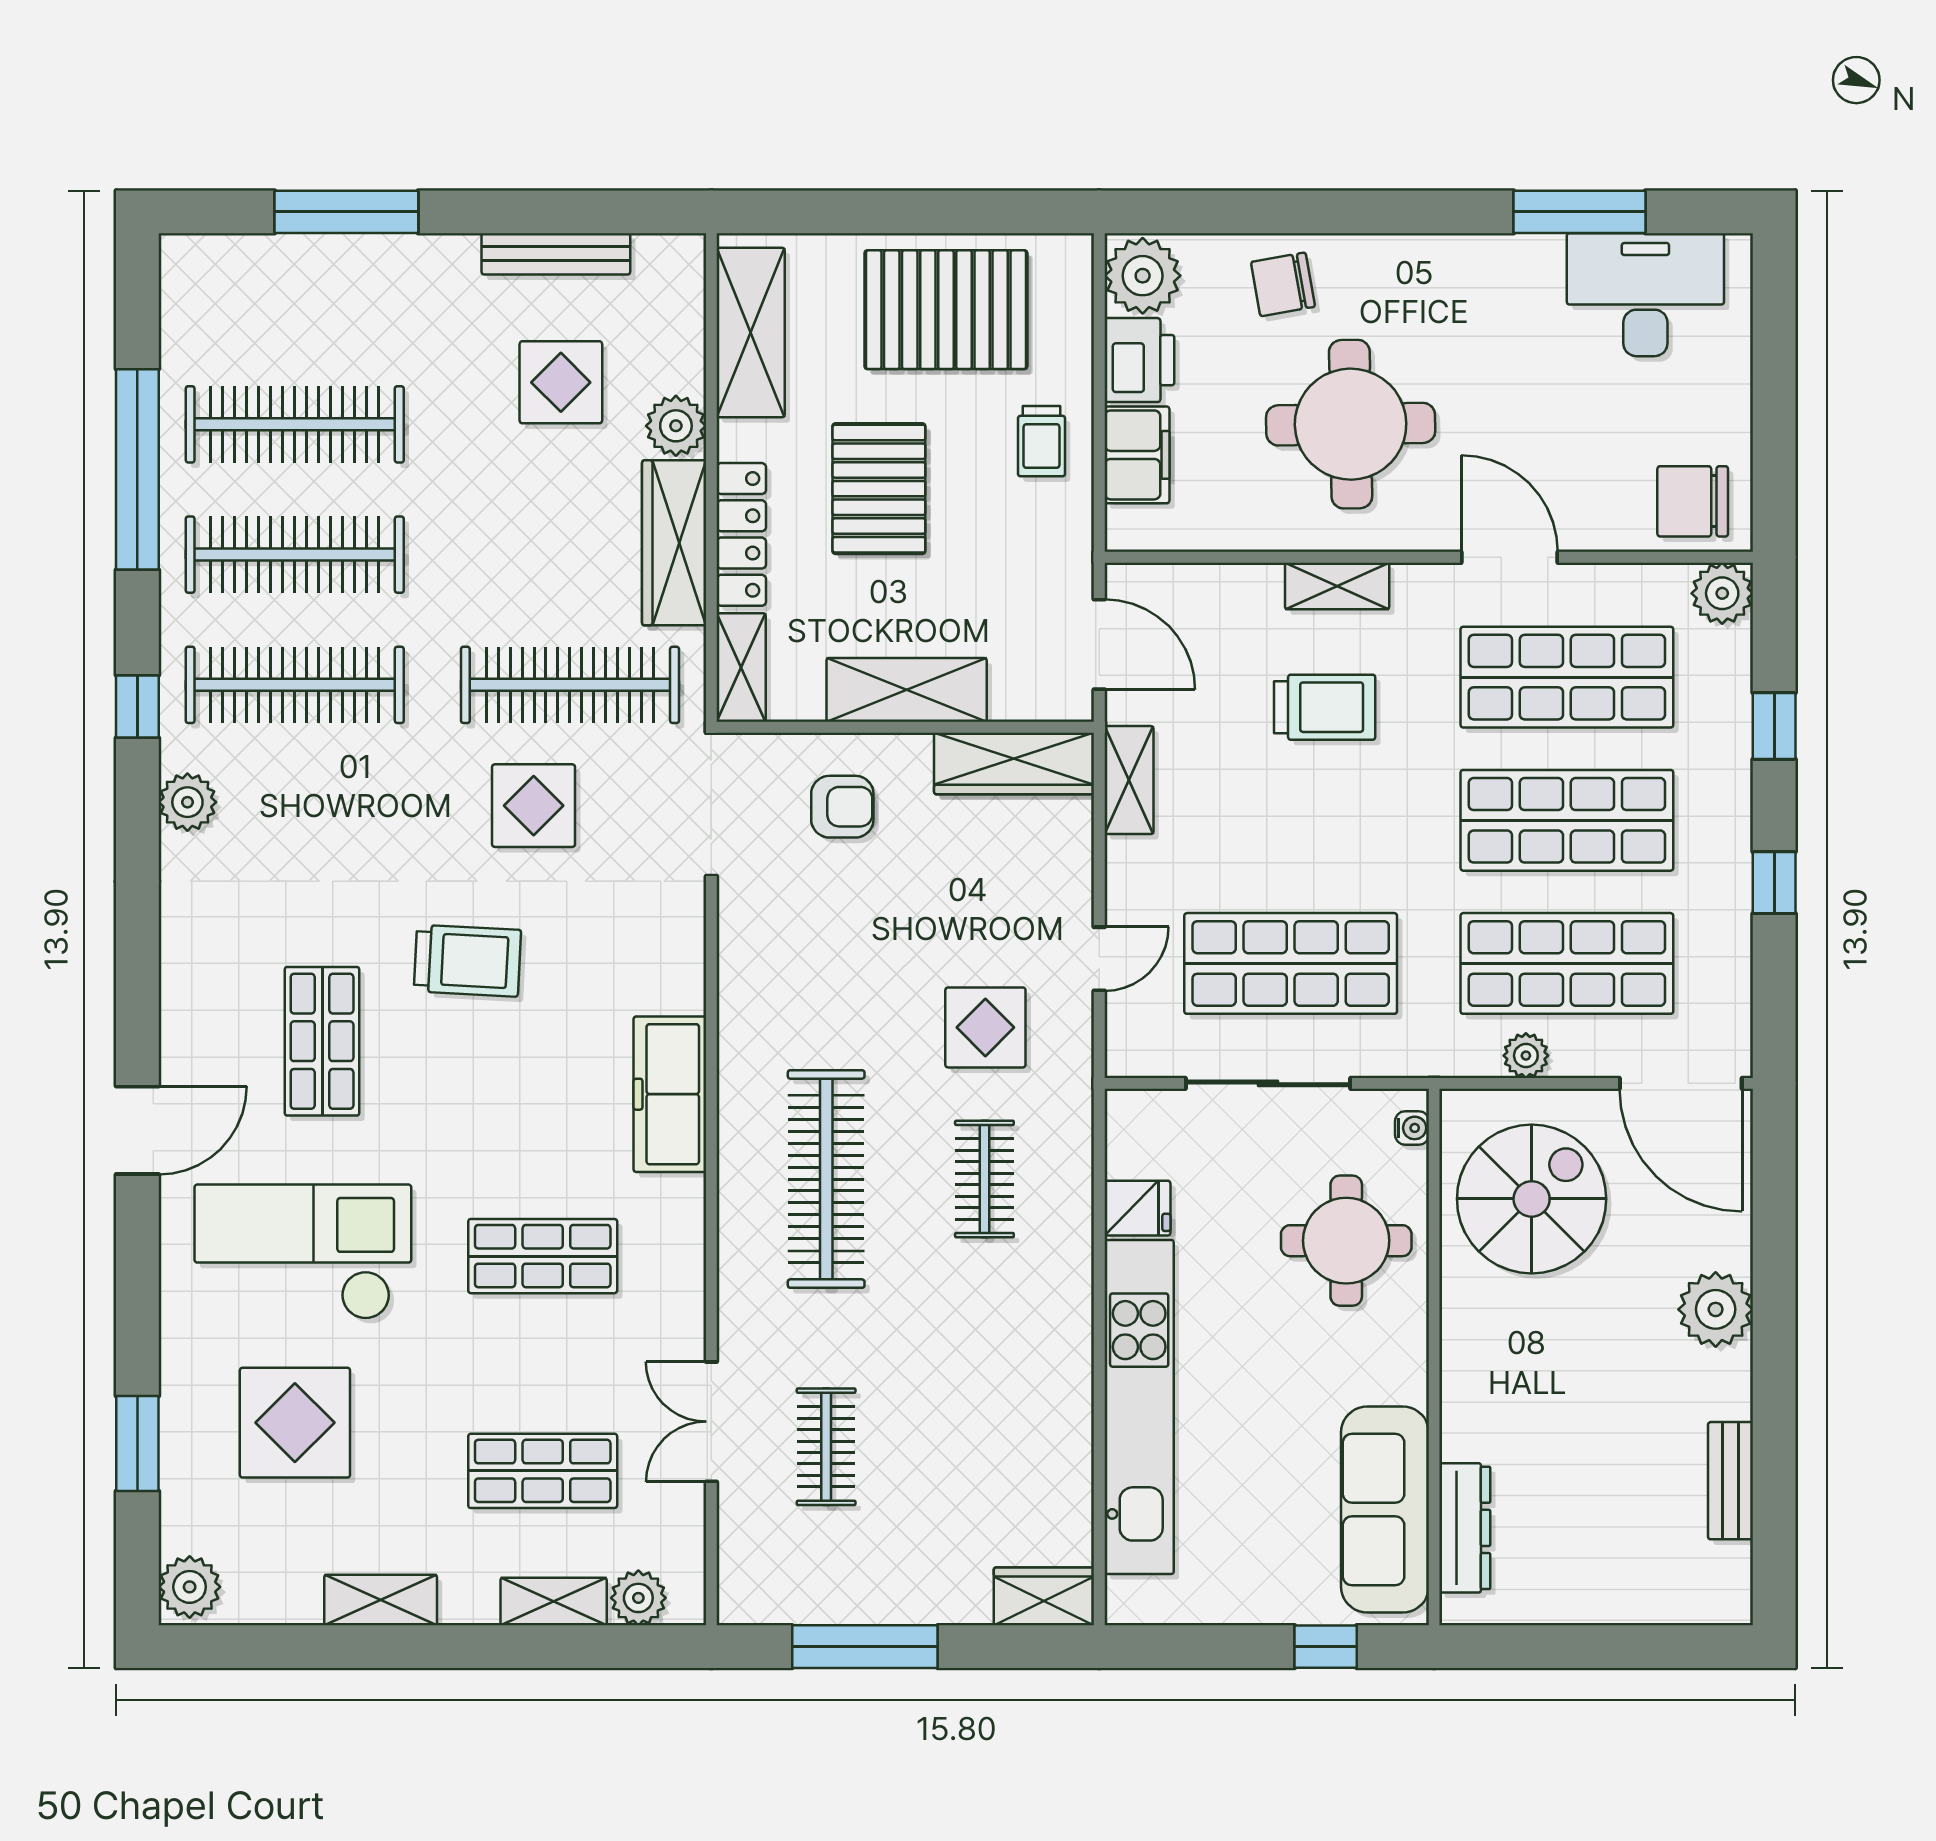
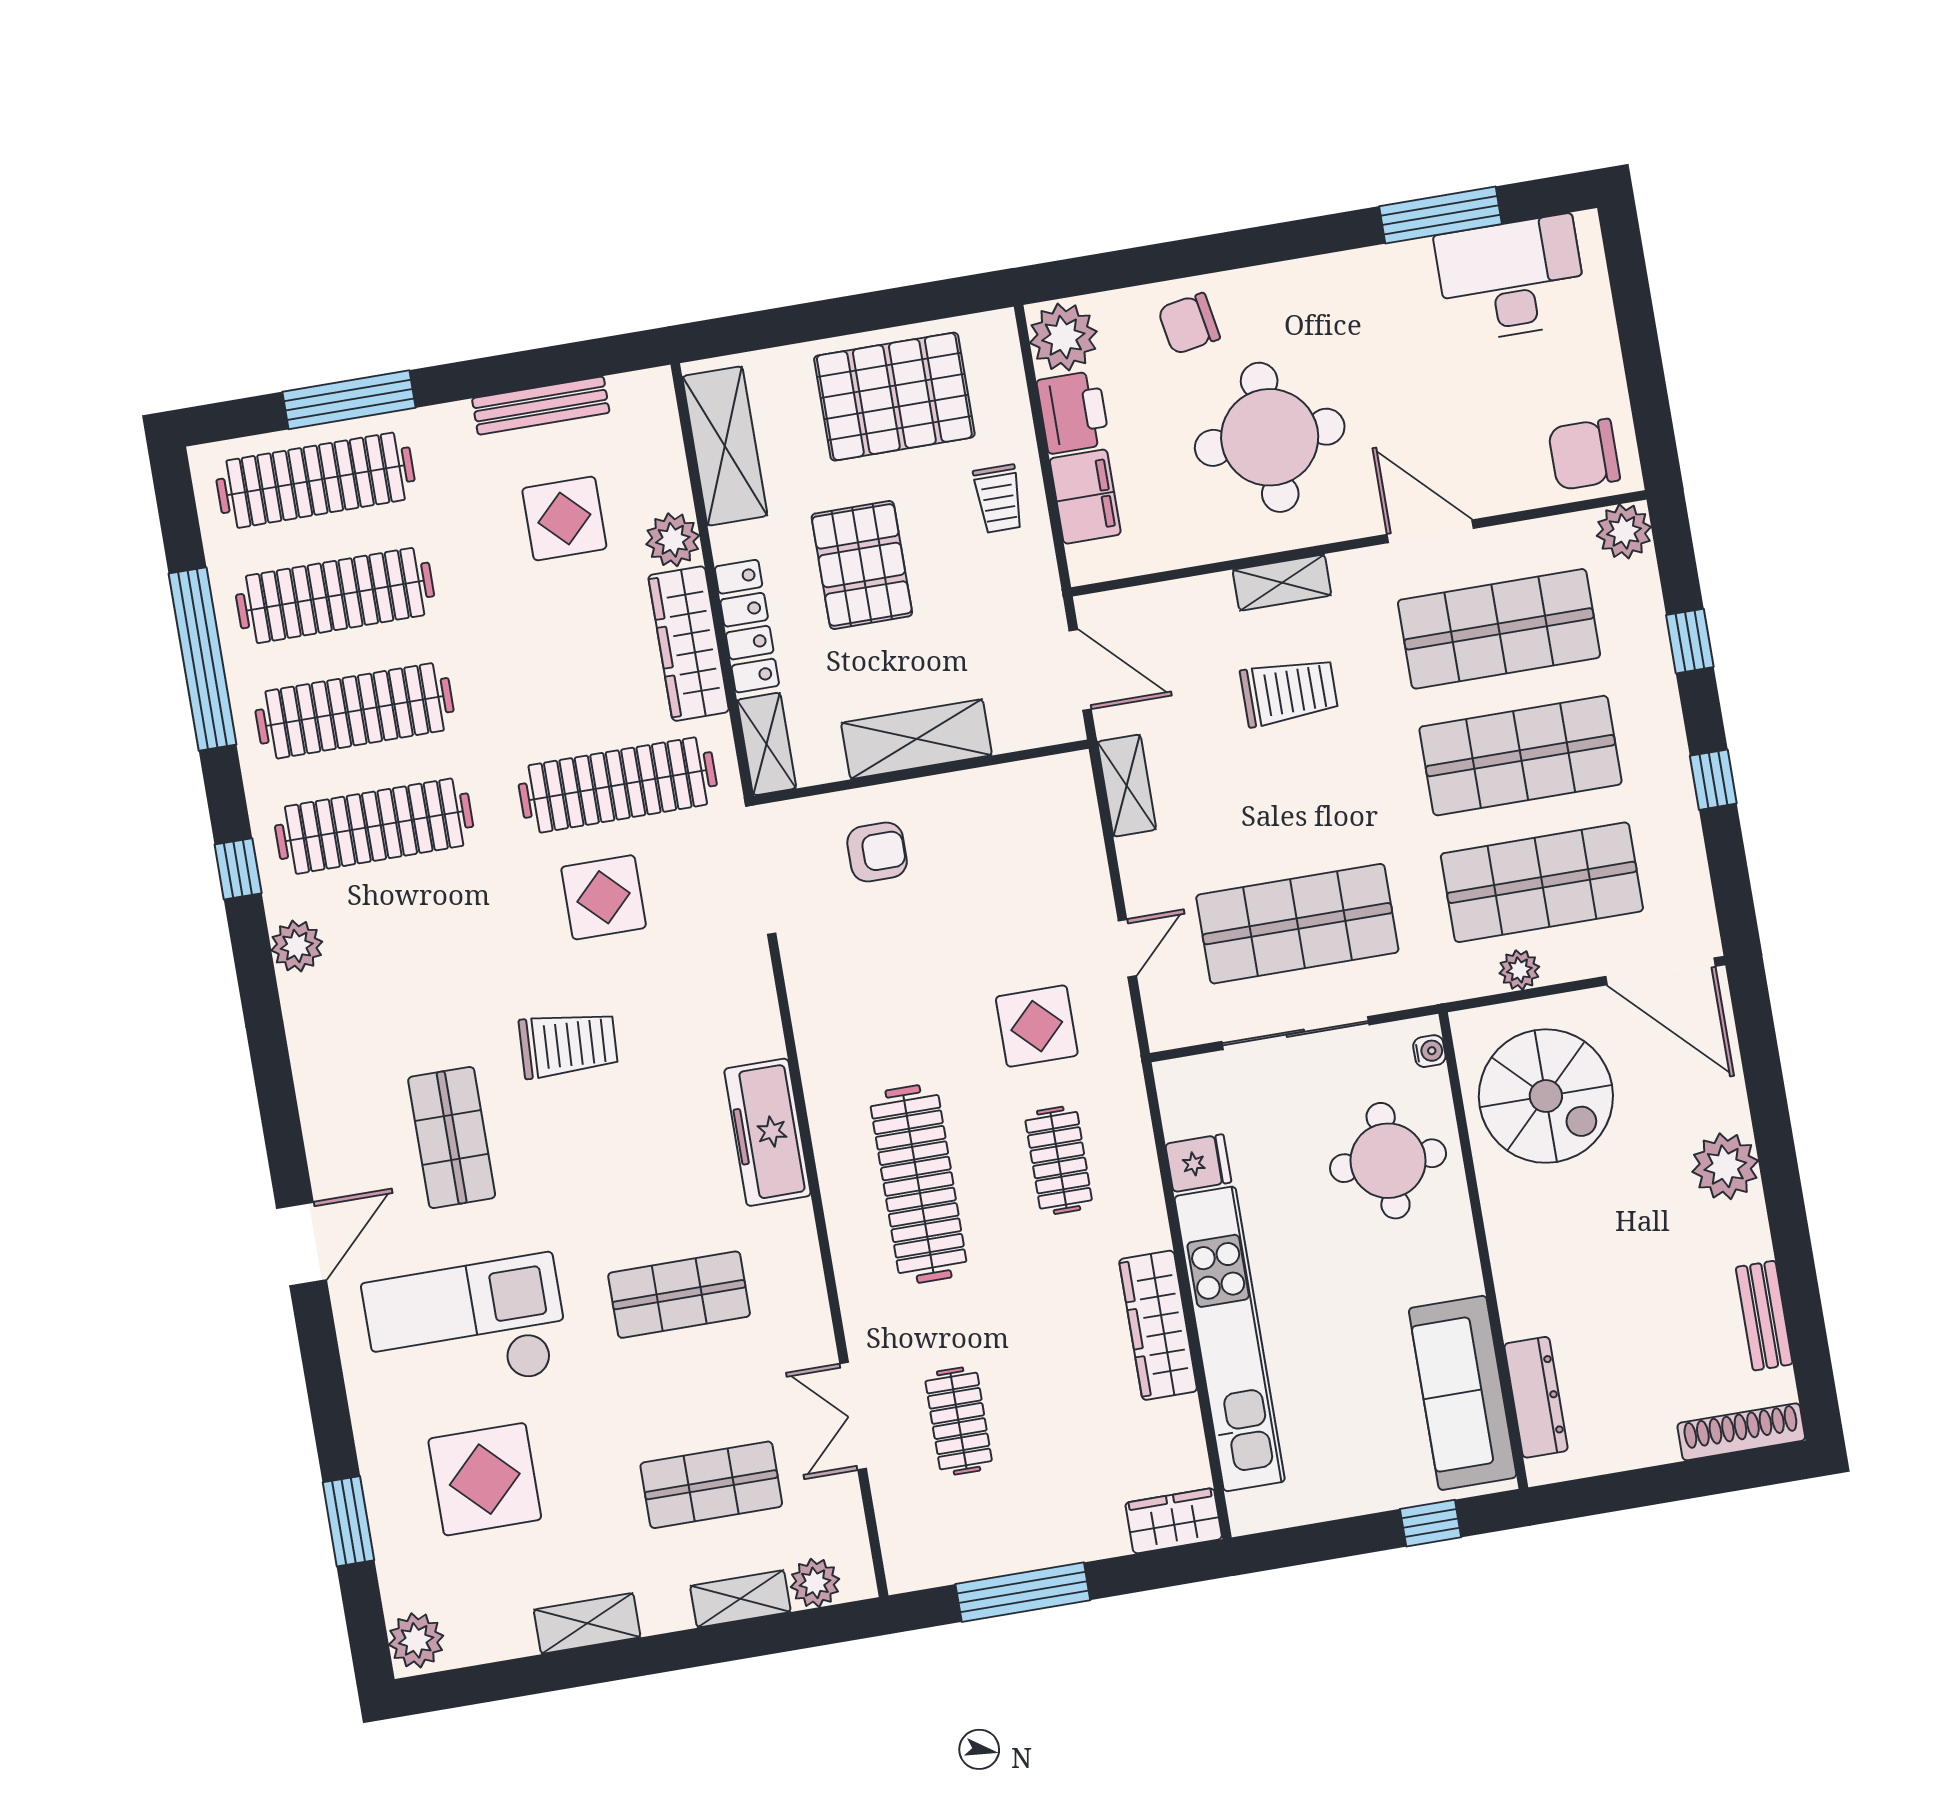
clothes rail: (295, 294) -> (316, 480), added
wardrobe: (1014, 763) -> (1158, 1325), moved, turned 90
spiral stairs: (1532, 1199) -> (1546, 1096), turned 90
shoe rack: (1684, 1604) -> (1741, 1432), added

